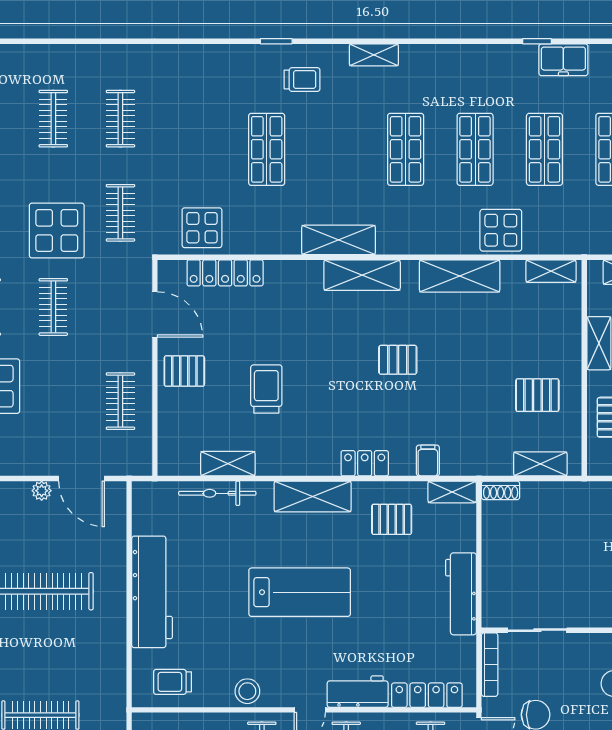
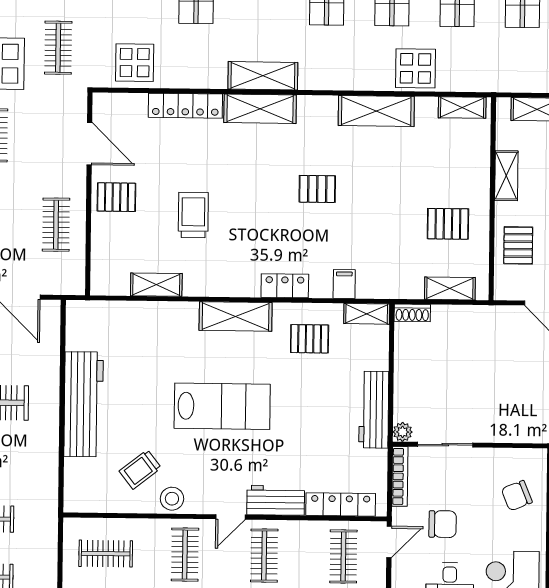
locker: (225, 273) -> (185, 106), moved
shelving: (362, 275) -> (260, 109), moved
bicycle: (217, 493) -> (146, 312), removed
plant: (492, 617) -> (403, 432), added
trolley: (173, 682) -> (140, 469), moved, turned -38

